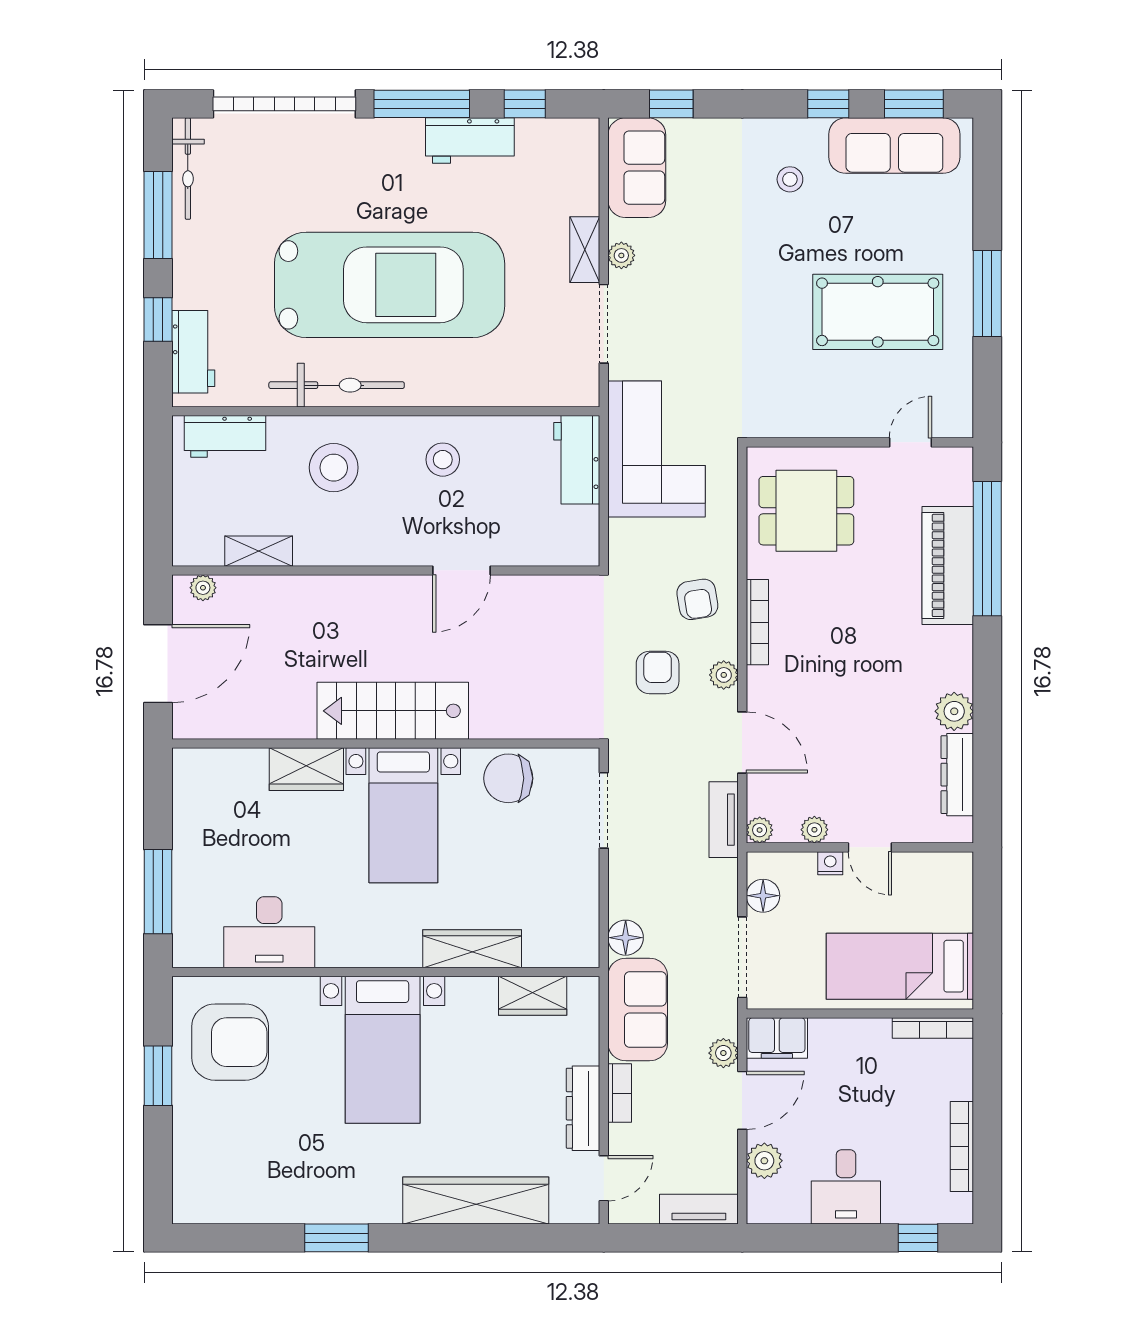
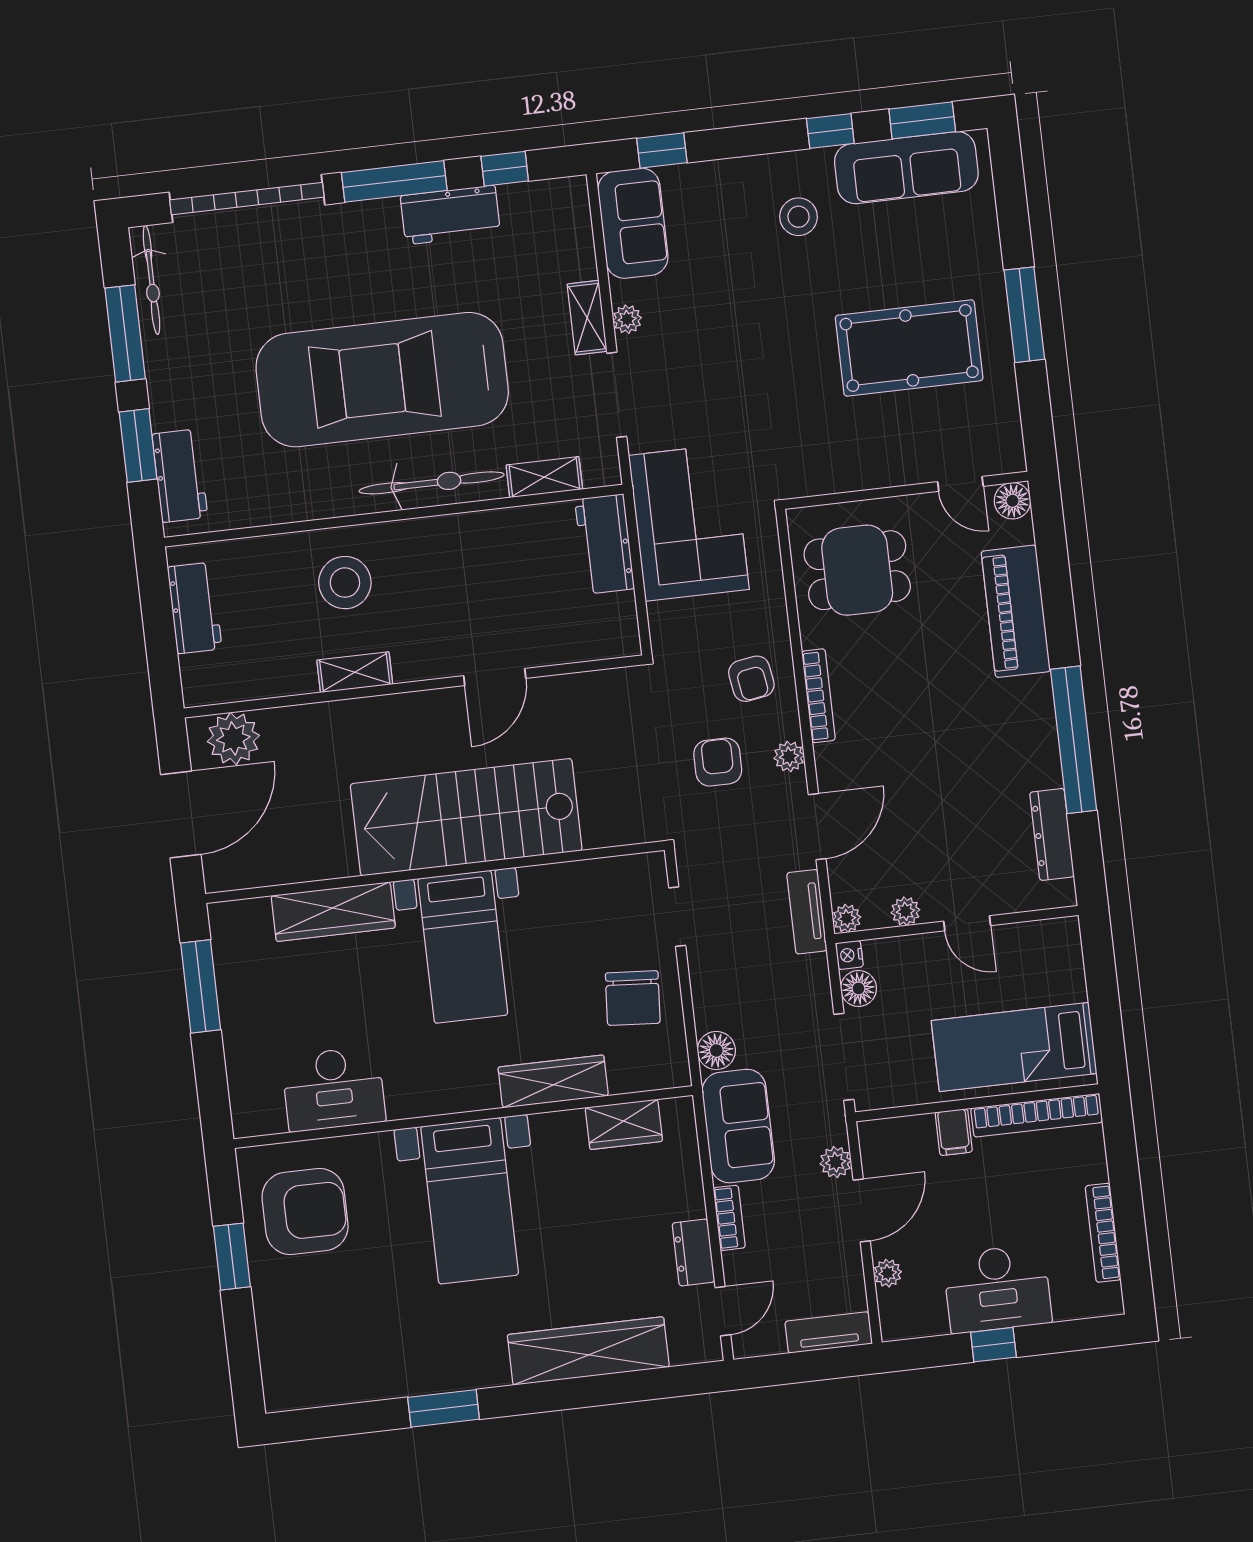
stool: (790, 179) -> (799, 217), width x1.37, depth x1.37
car: (390, 285) -> (382, 380), turned 180
window: (158, 320) -> (138, 446), width x1.50
bicycle: (337, 385) -> (432, 483), moved
shelving: (528, 392) -> (544, 477), added
workbench: (225, 436) -> (195, 608), moved, turned -90
door: (910, 442) -> (960, 484), swing flipped
stool: (443, 460) -> (461, 560), removed
floor lamp: (957, 463) -> (1013, 501), added
window: (987, 549) -> (1074, 740), moved
shelving: (259, 551) -> (355, 672), moved
plant: (203, 588) -> (233, 738), width x1.88, depth x1.88
stairs: (393, 711) -> (466, 817), width x1.36, depth x1.51
plant: (954, 711) -> (1041, 767), removed
door: (742, 743) -> (817, 827), hinge flipped
wardrobe: (306, 769) -> (333, 912), width x1.50
chair: (508, 778) -> (633, 998), moved, turned -86
doorway: (604, 810) -> (677, 917), width x0.73
nightstand: (830, 863) -> (849, 955), moved, turned -90
window: (158, 892) -> (201, 986), moved
bookcase: (933, 1028) -> (1037, 1115), width x1.48, depth x1.31
filing cabinet: (777, 1038) -> (954, 1132), moved, width x0.50
dresser: (583, 1108) -> (693, 1253), width x0.70
plant: (764, 1161) -> (888, 1273), width x0.73, depth x0.73
desk: (846, 1187) -> (997, 1289), width x1.37
window: (918, 1238) -> (993, 1345), moved

